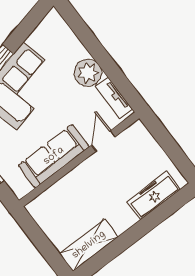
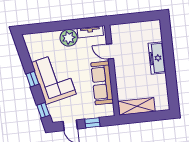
freezer: (154, 195) -> (157, 58), moved
shelving: (89, 245) -> (137, 106), moved, turned 90

